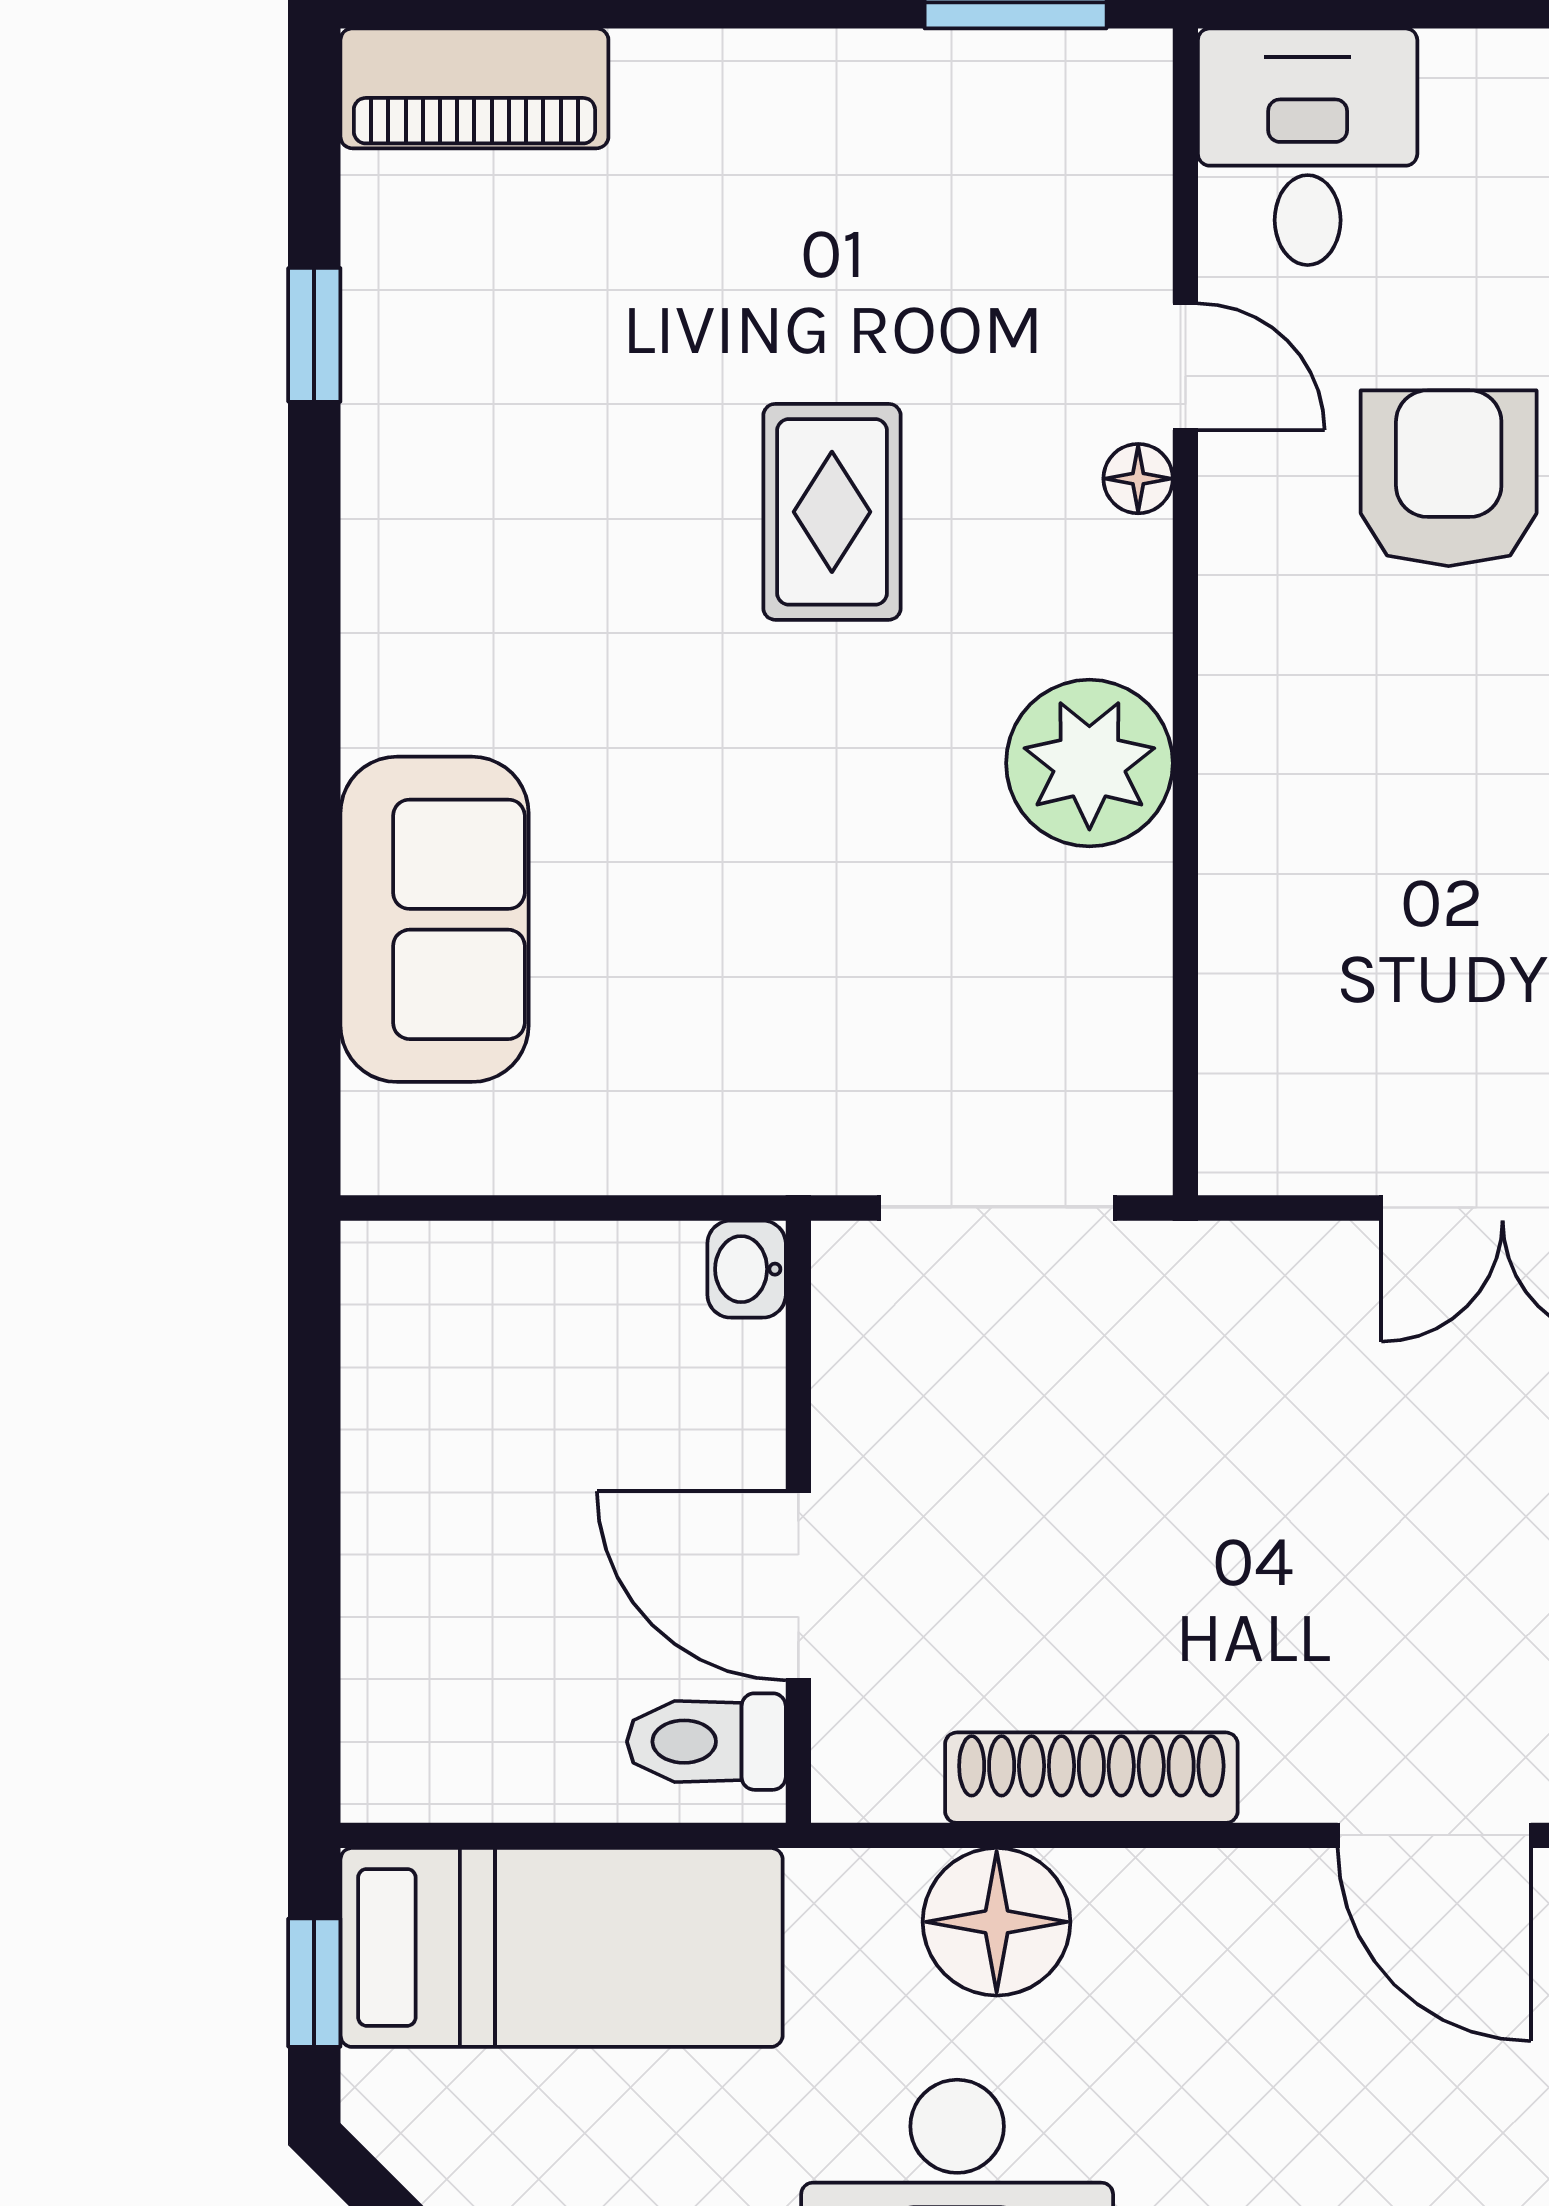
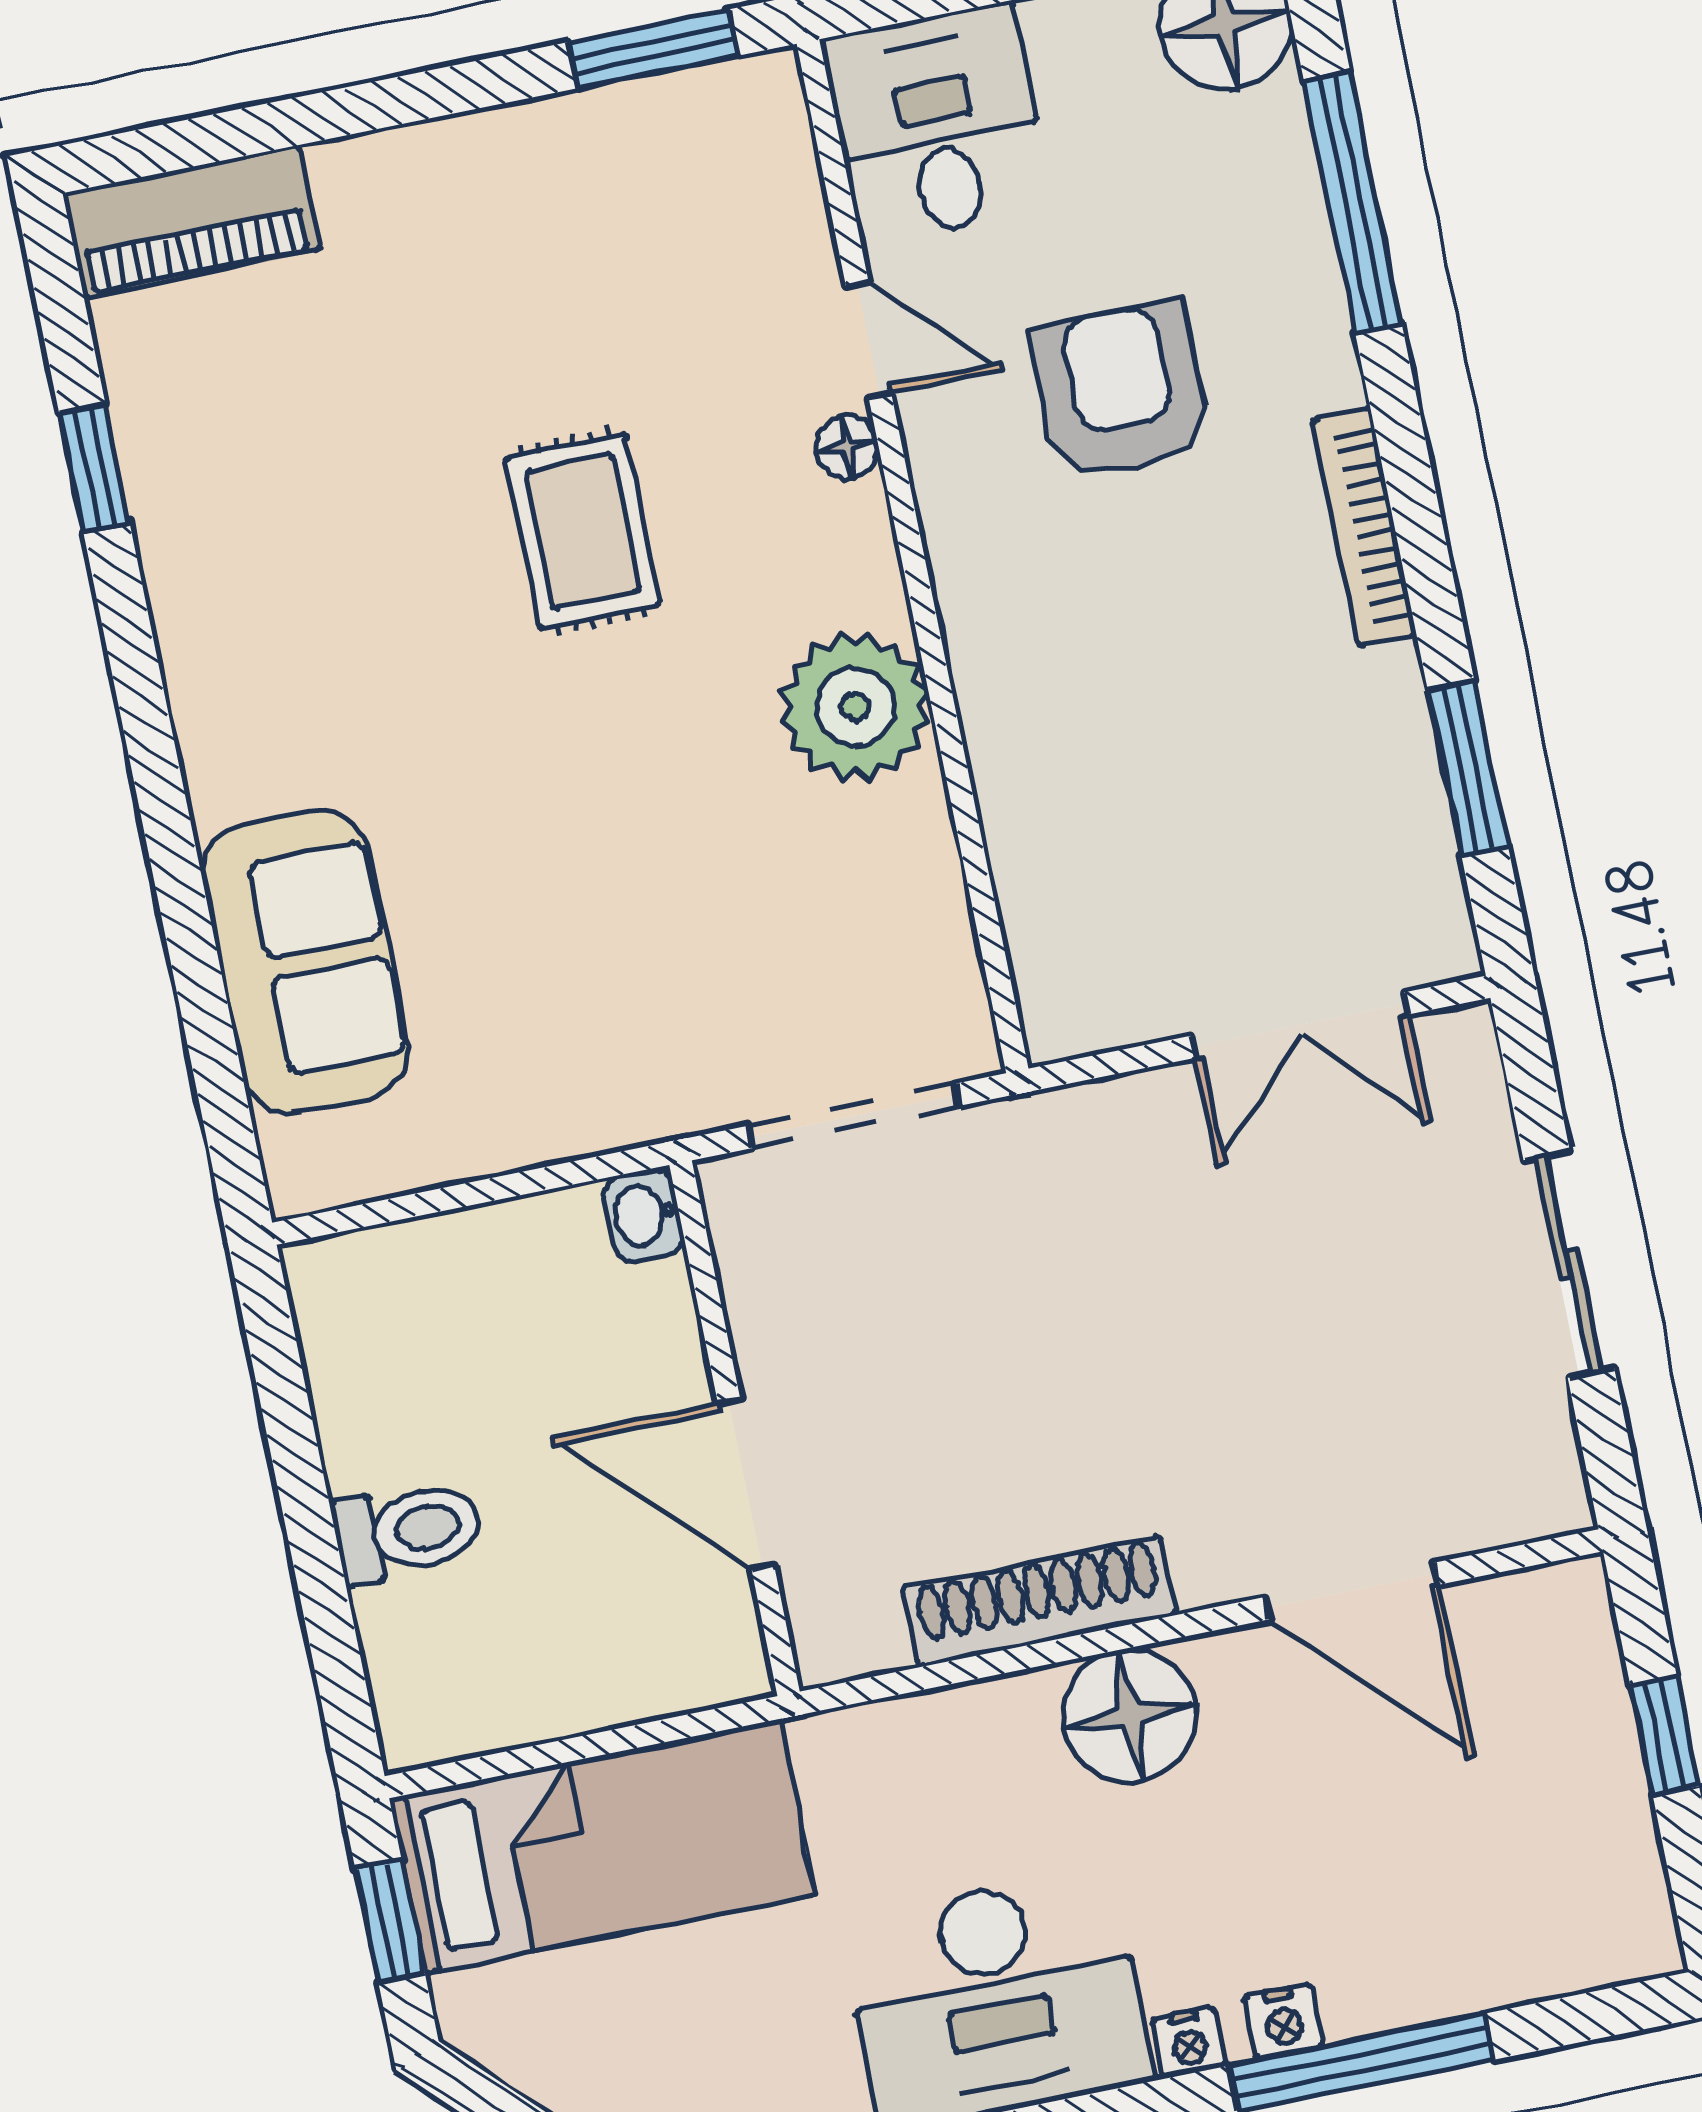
toilet: (706, 1742) -> (408, 1531), moved, turned 180
floor lamp: (997, 1922) -> (1130, 1715), moved

